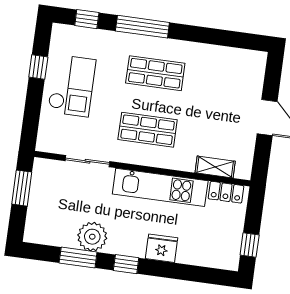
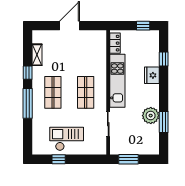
window: (87, 19) -> (28, 73), moved
shelving: (215, 167) -> (37, 55), moved
window: (126, 264) -> (164, 59), moved

